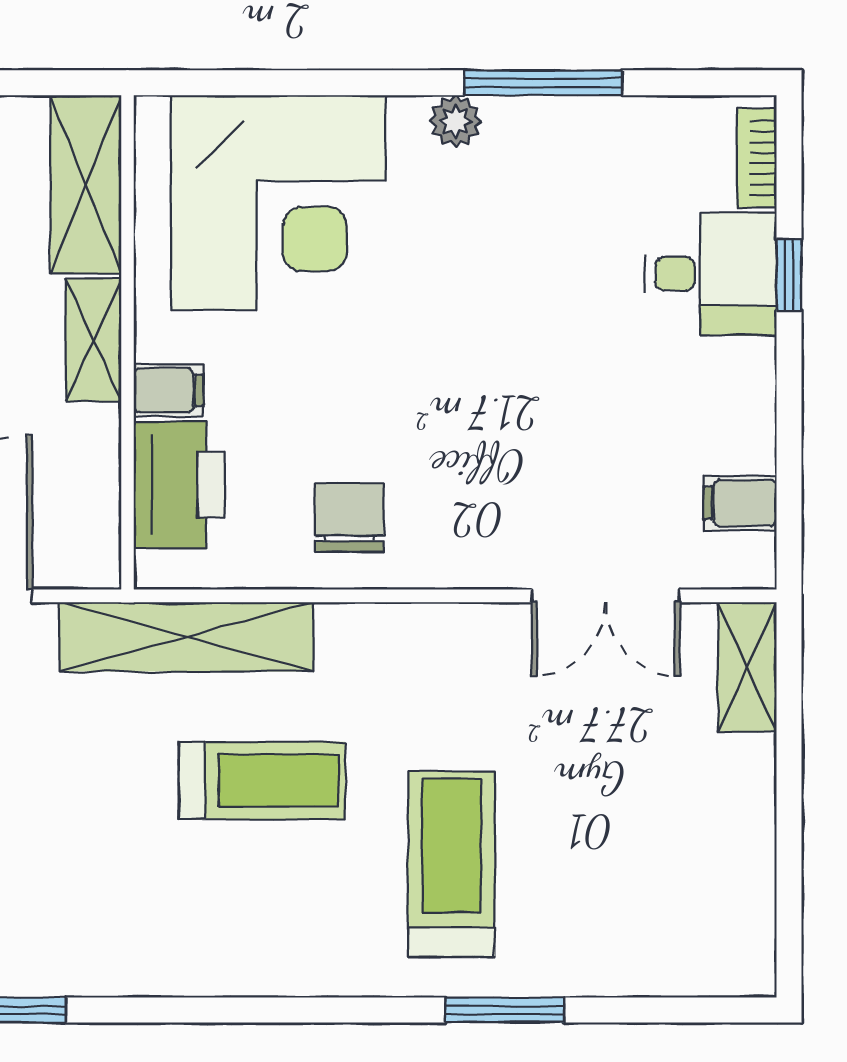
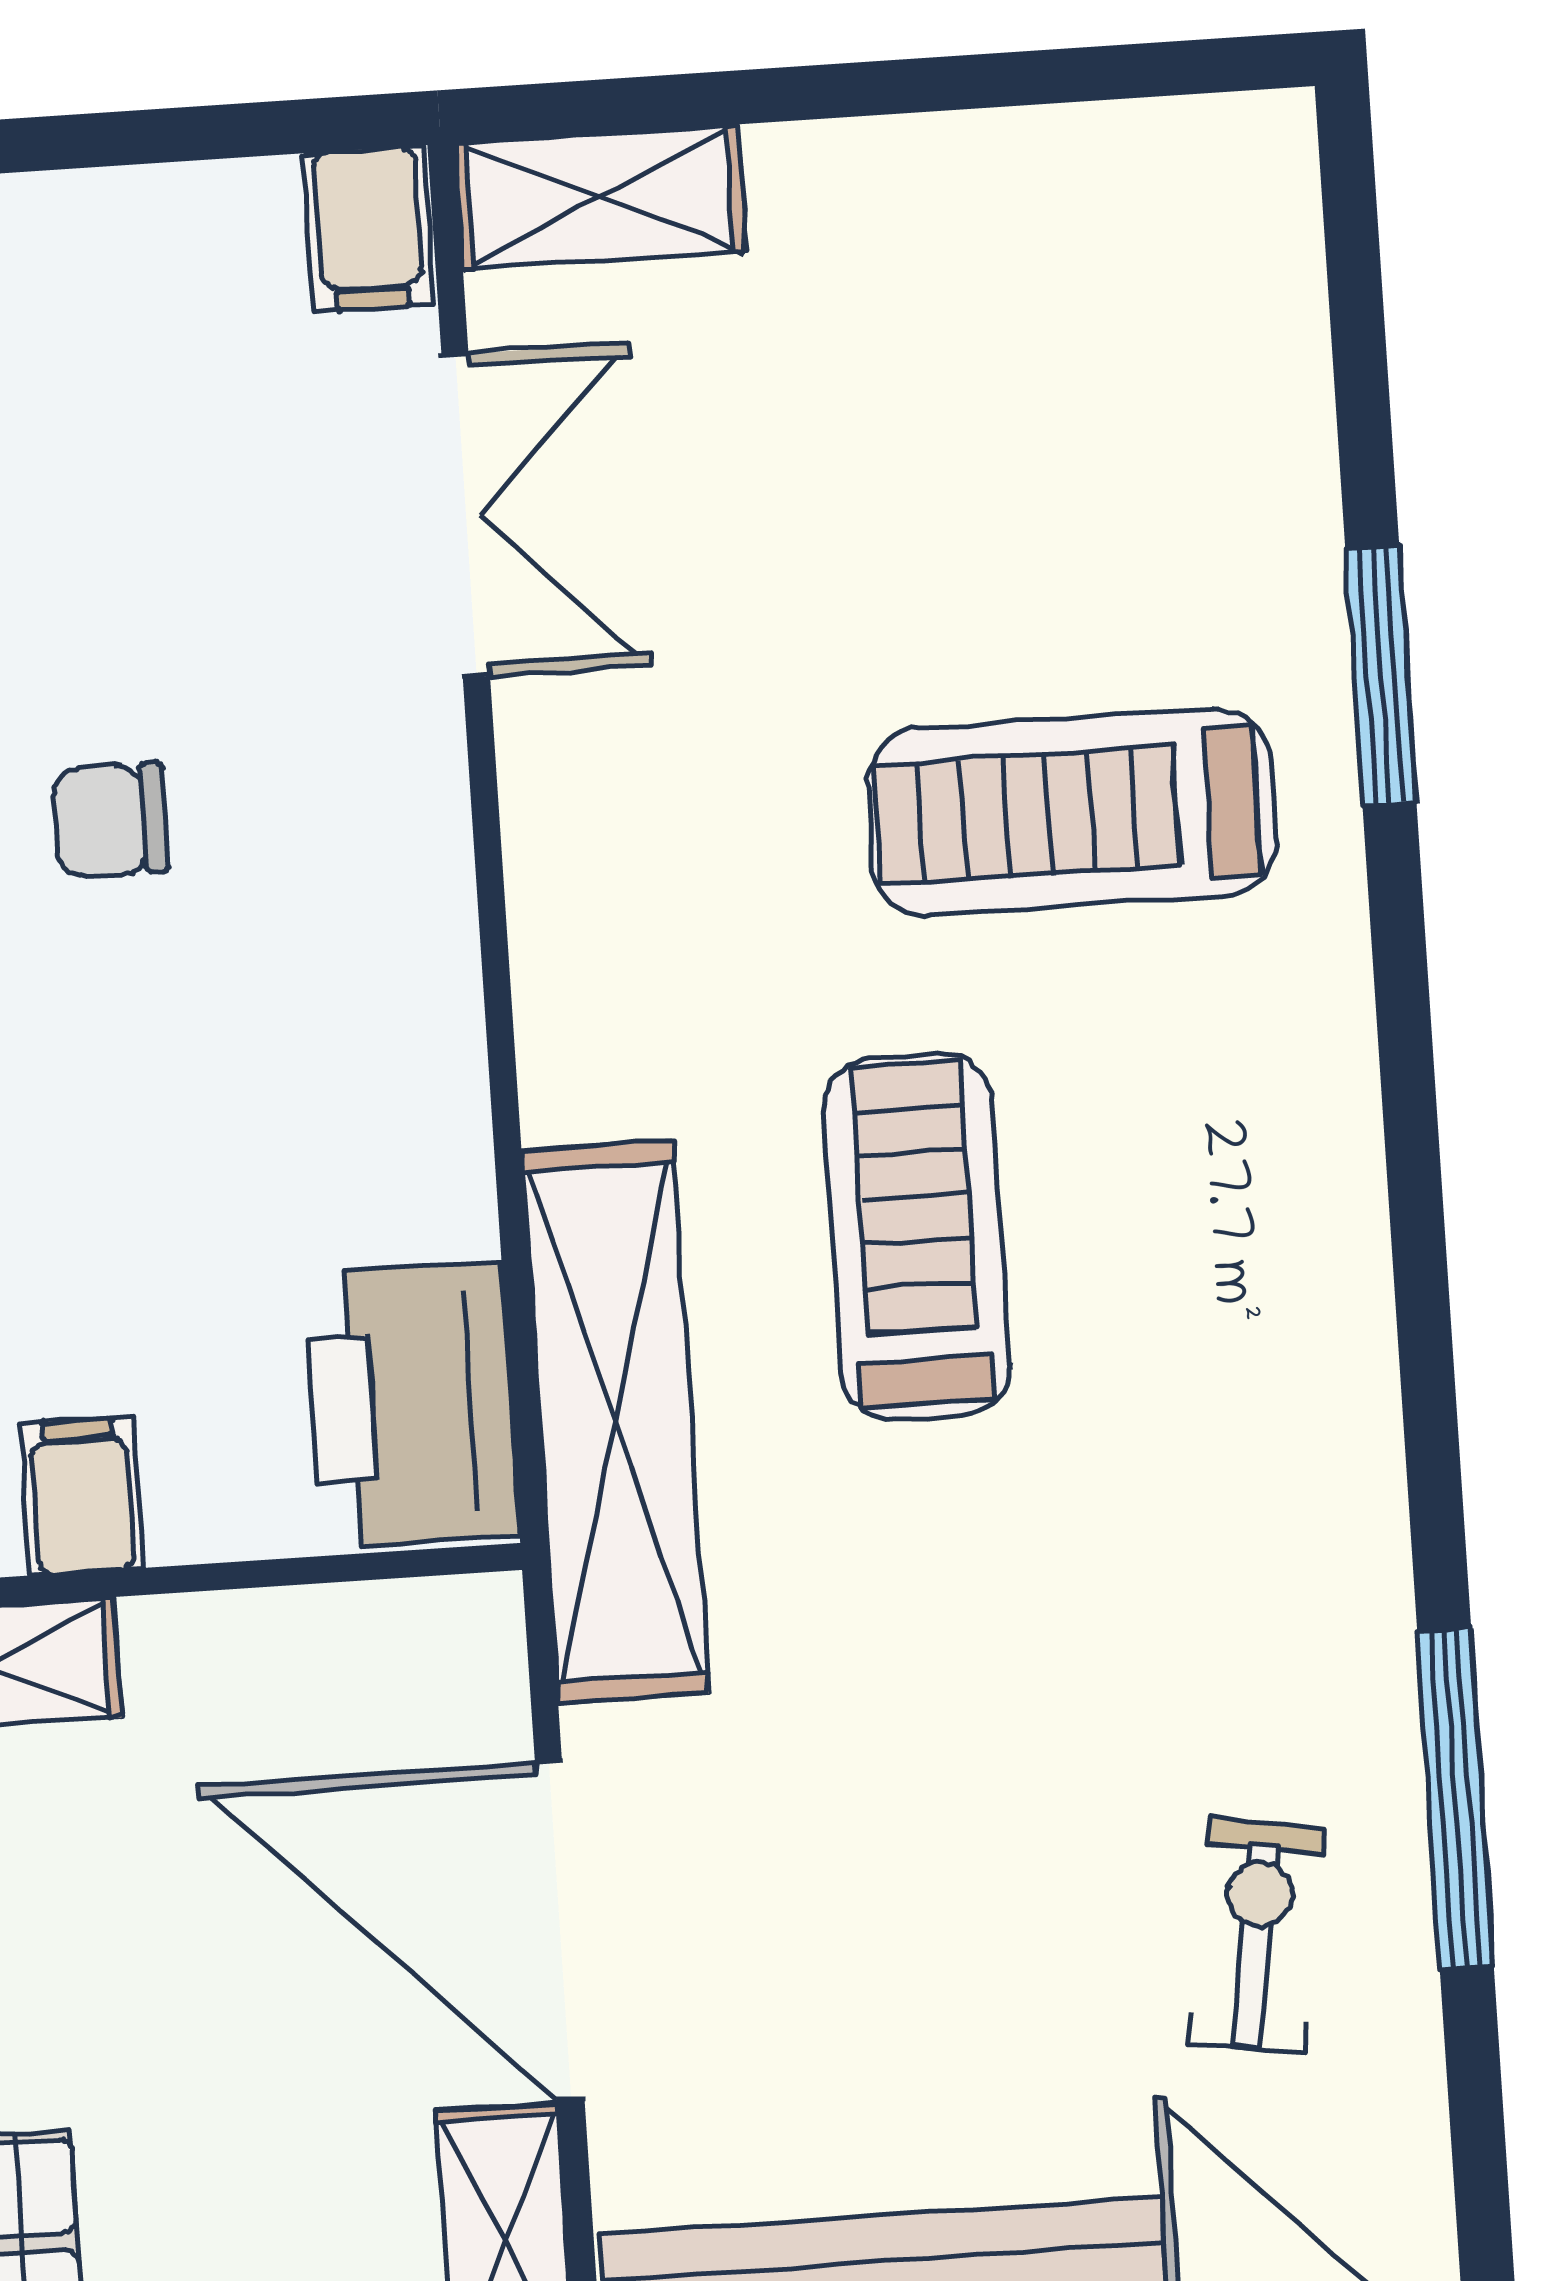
printer: (179, 485) -> (412, 1405), moved, turned -90
filing cabinet: (740, 503) -> (369, 229), moved
chair: (349, 518) -> (110, 820), moved, width x0.73, depth x0.73

